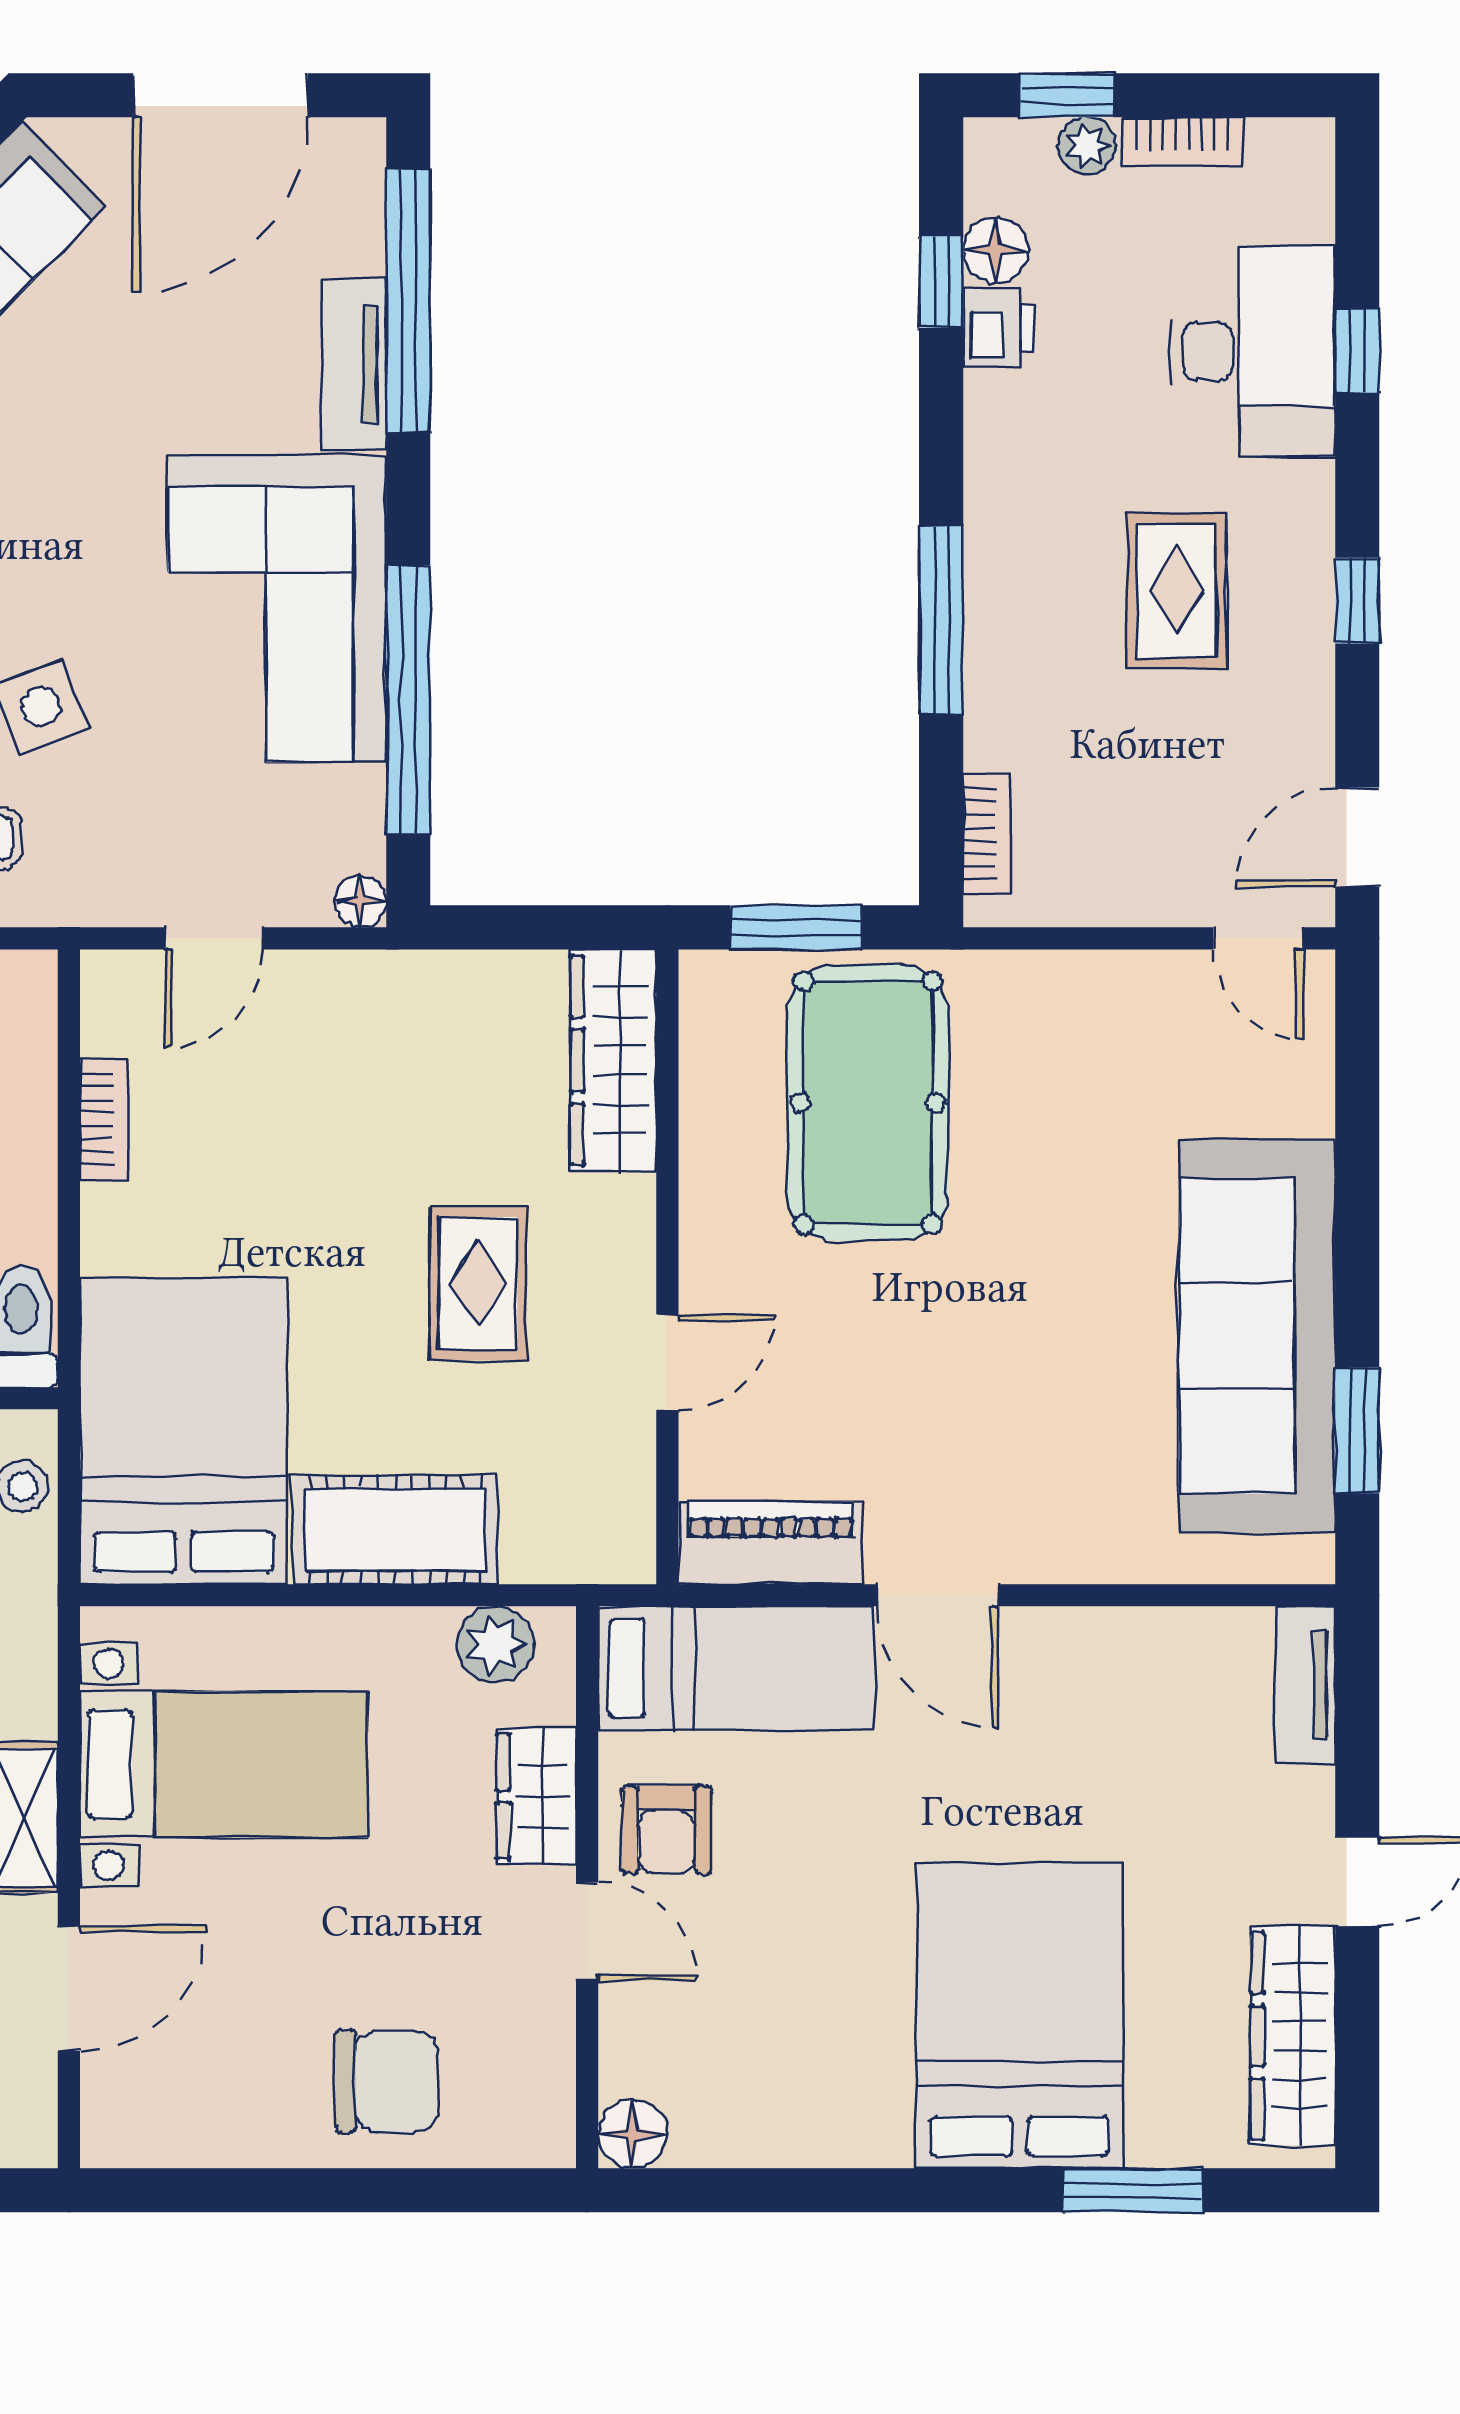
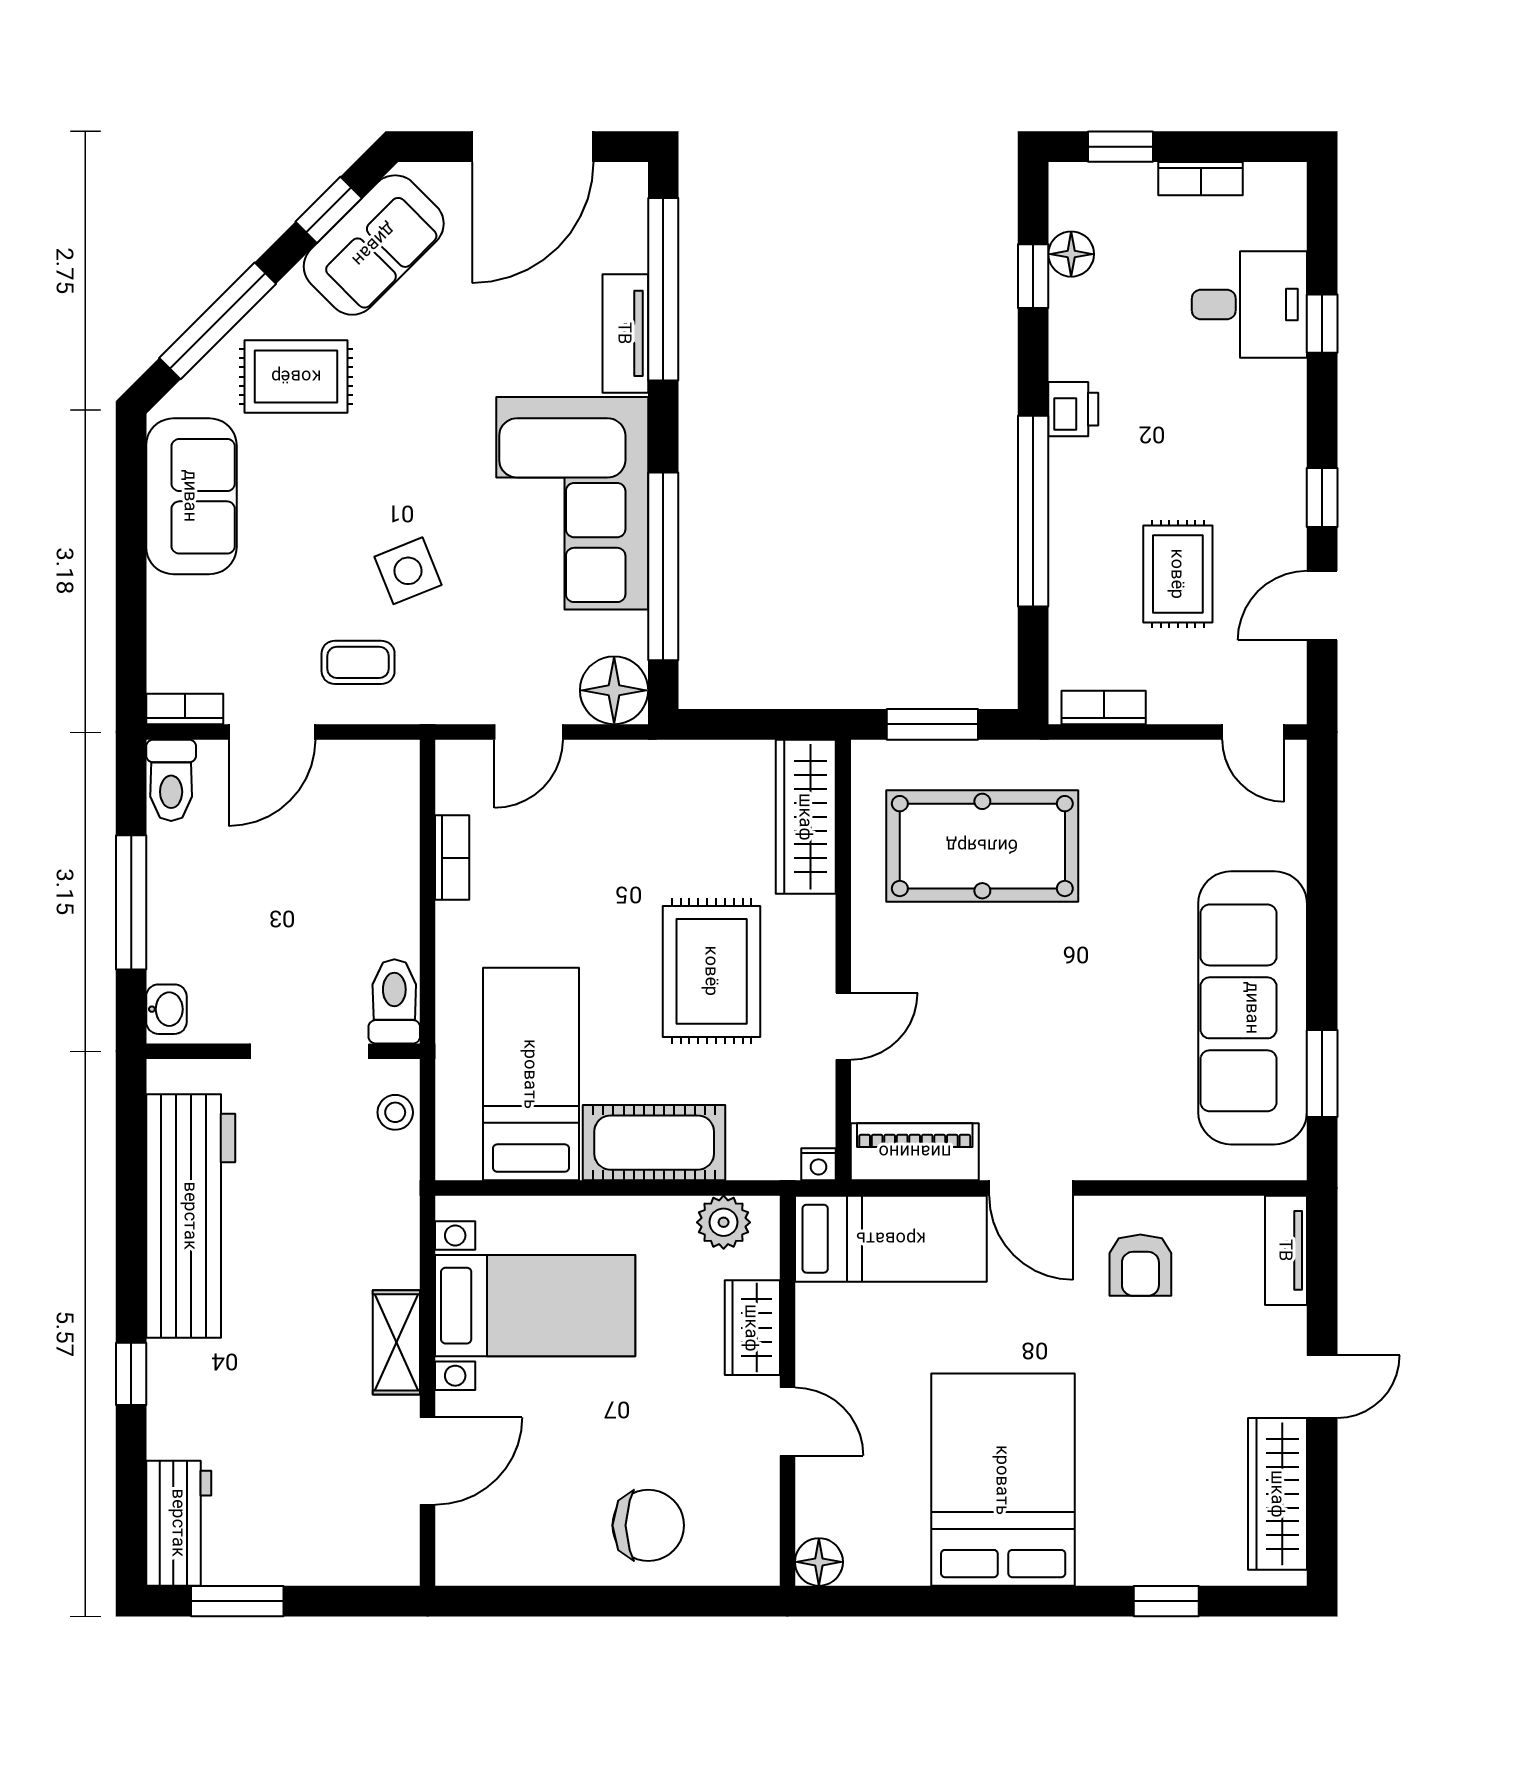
plant: (1087, 146) -> (1134, 182), removed
printer: (999, 328) -> (1073, 409), moved
desk: (1253, 351) -> (1249, 304), width x0.73
rug: (1176, 591) -> (1178, 574), moved
window: (941, 620) -> (1033, 511), width x1.46
bookcase: (987, 834) -> (1104, 708), moved, turned -90
door: (1357, 837) -> (1322, 606), moved
floor lamp: (360, 901) -> (614, 690), width x1.89, depth x1.89
pool table: (868, 1103) -> (982, 846), turned 90
rug: (478, 1283) -> (712, 971), width x1.36, depth x1.43
bed: (183, 1431) -> (531, 1074), width x0.67
nightstand: (632, 1561) -> (818, 1164), added
armchair: (666, 1830) -> (1140, 1265), moved
bed: (1020, 2015) -> (1003, 1480), moved
window: (1133, 2190) -> (1166, 1601), width x0.67

